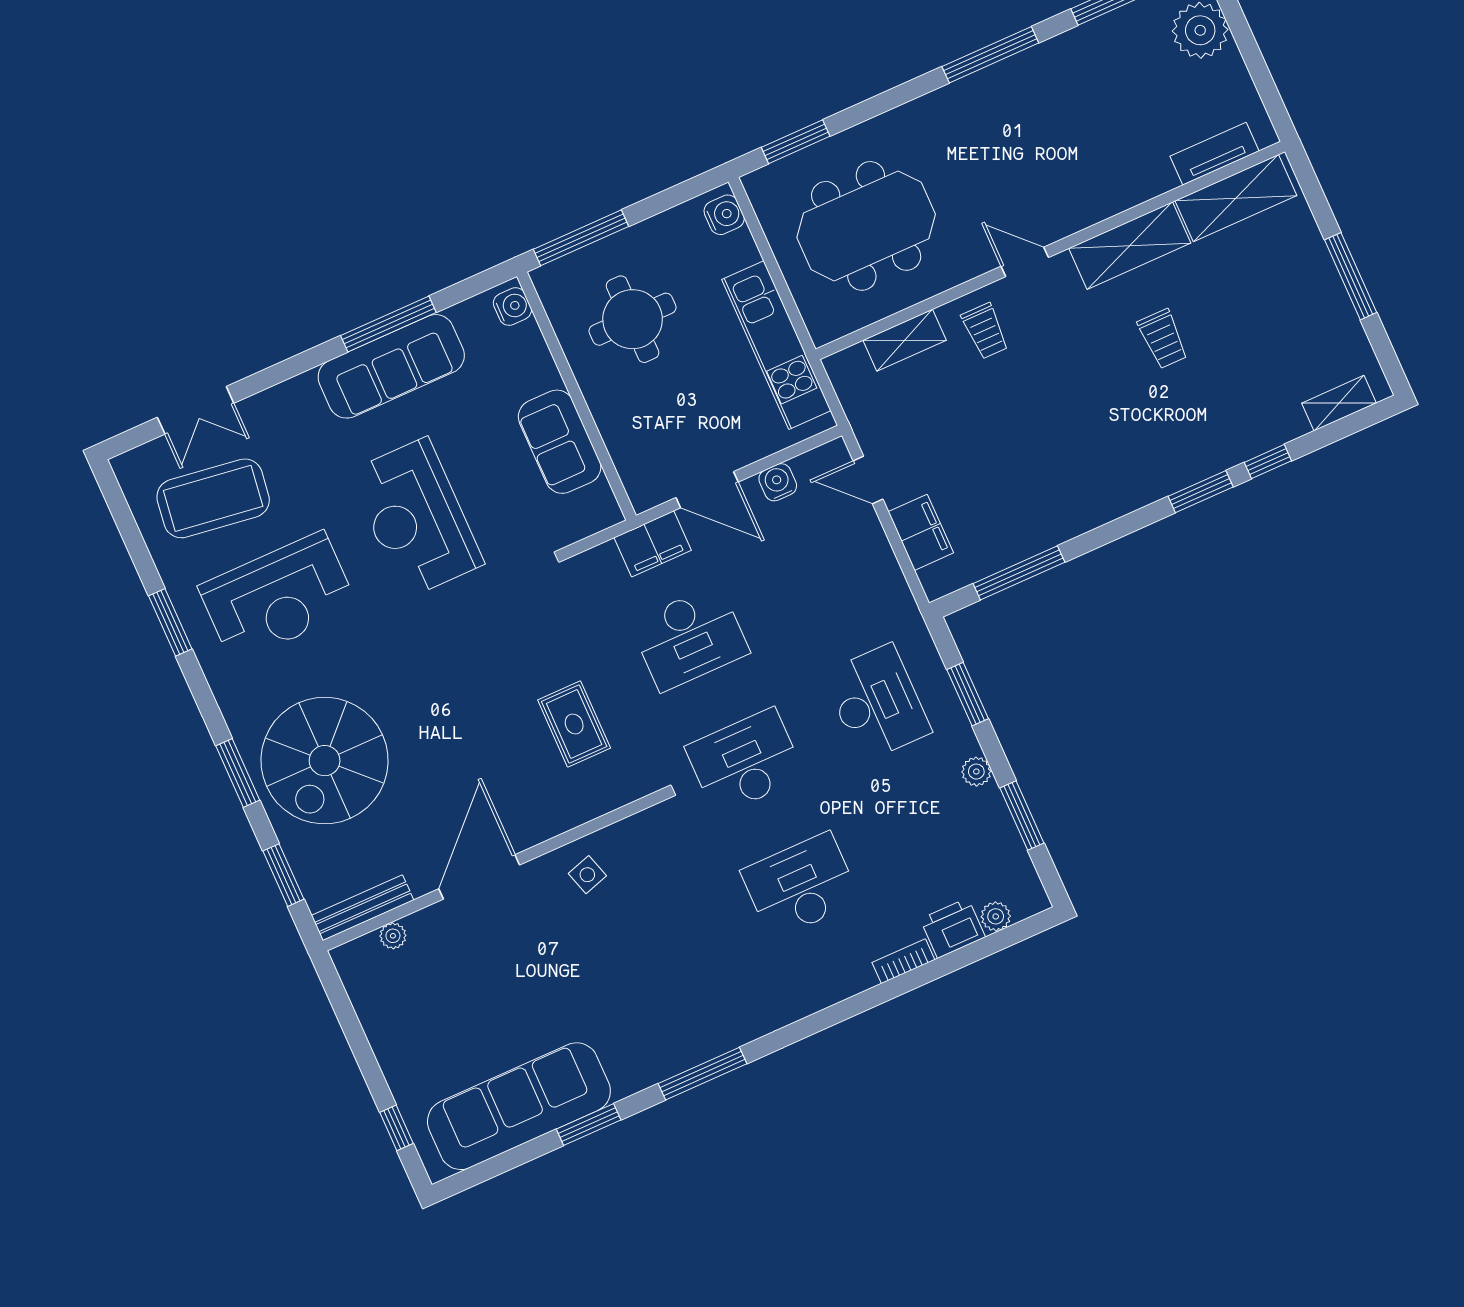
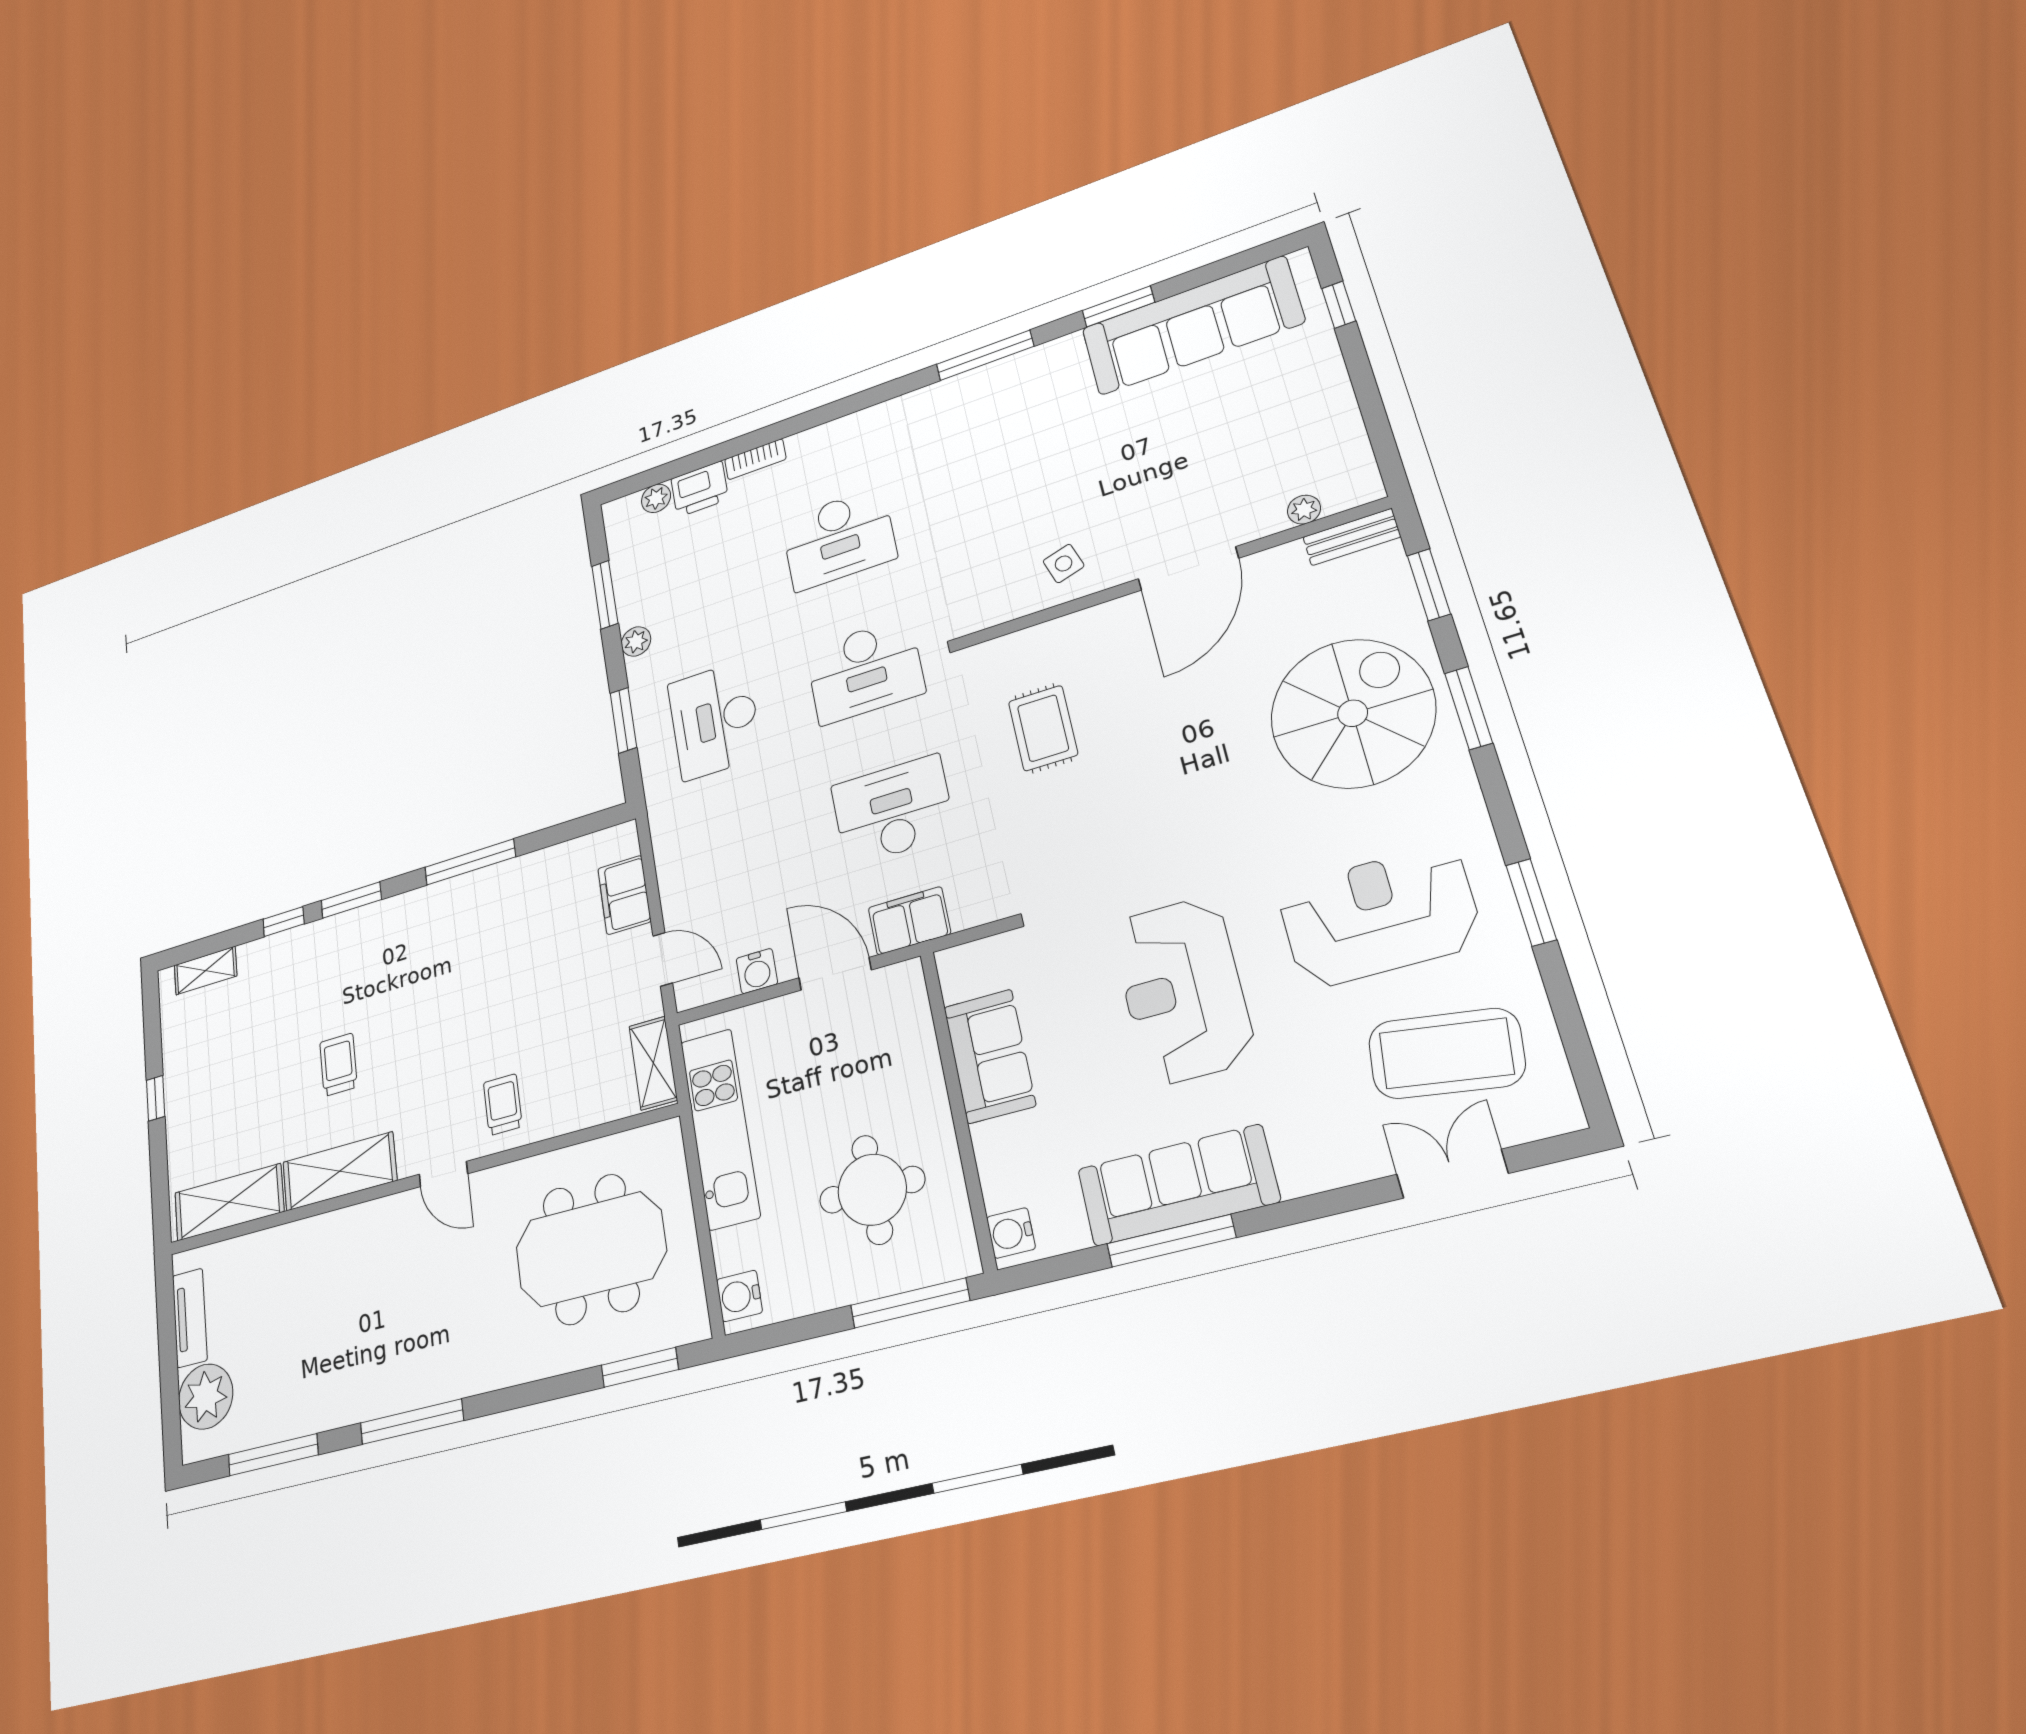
tv unit: (1215, 154) -> (190, 1318), moved, turned -90
window: (1351, 276) -> (156, 1098), width x0.46
shelving: (905, 340) -> (653, 1063), moved, turned 90
reception desk: (416, 518) -> (1182, 990), turned 180
window: (1019, 573) -> (470, 862), moved
bench: (363, 908) -> (1352, 537), width x0.73

